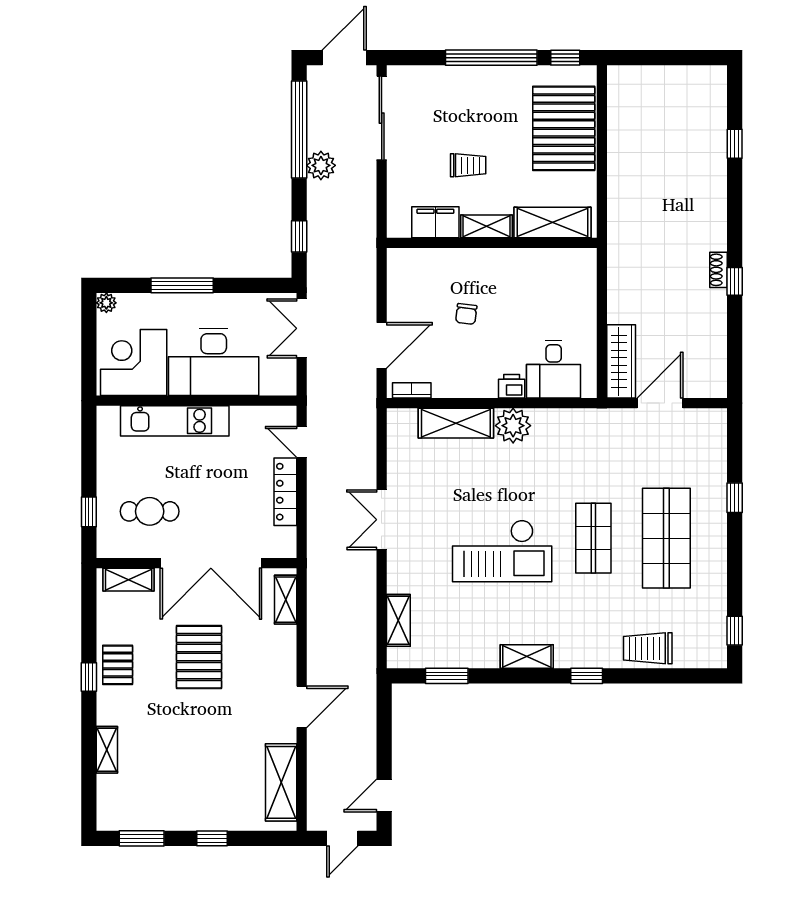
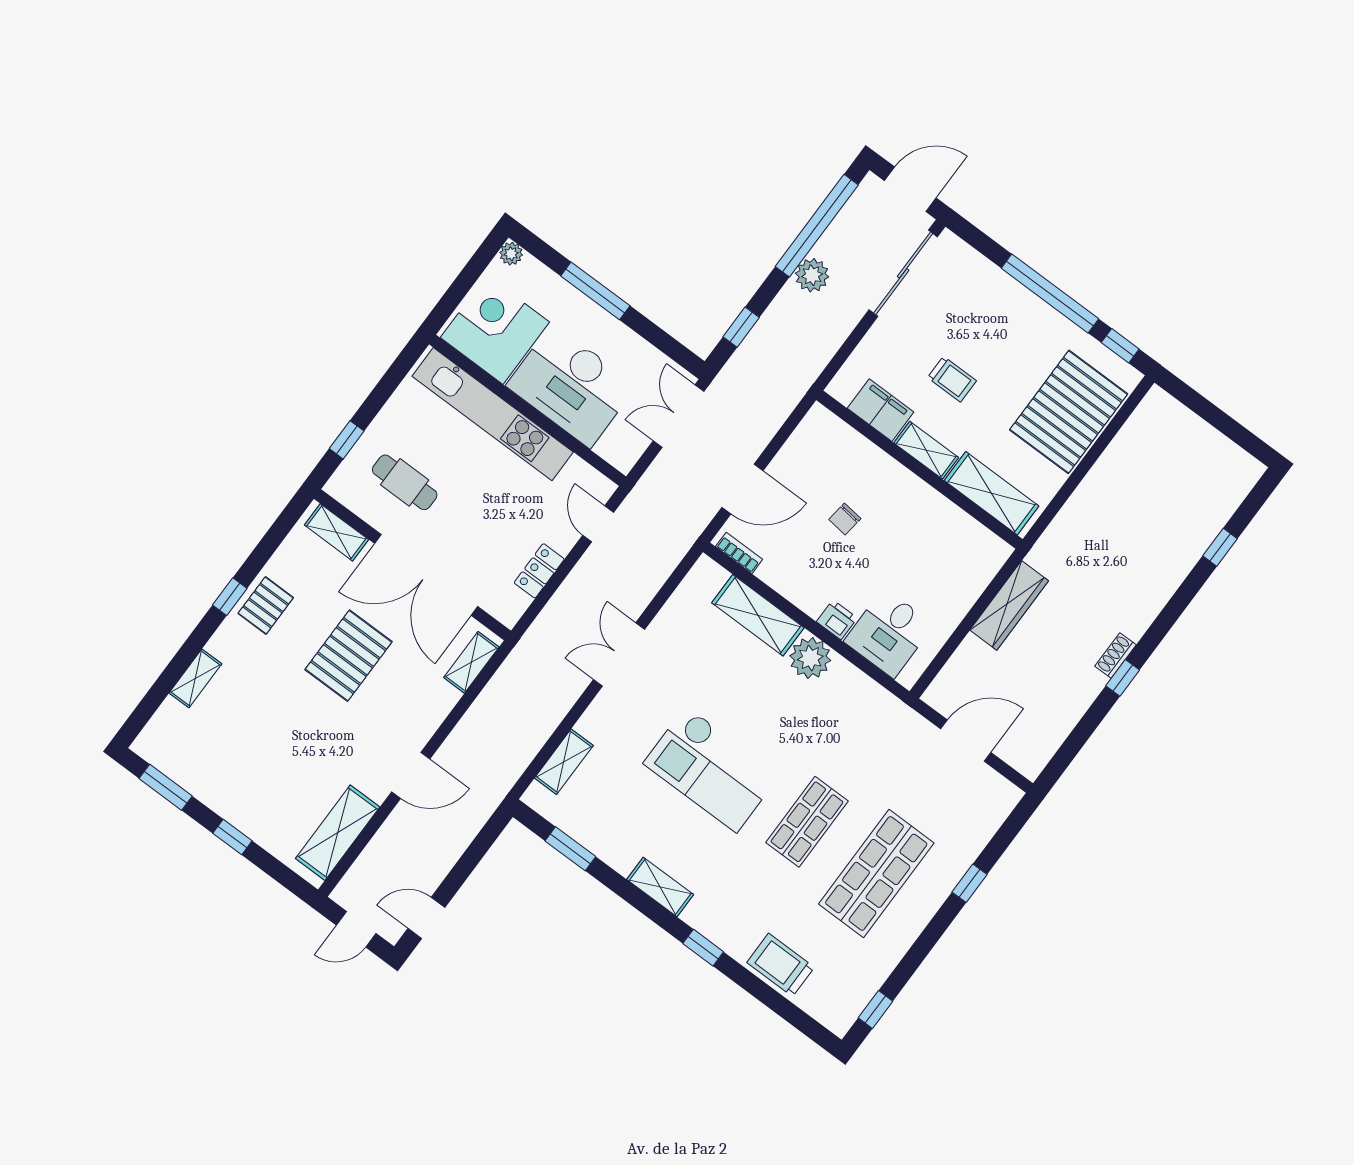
wardrobe: (621, 361) -> (1009, 605), moved
kitchen unit: (175, 421) -> (493, 414), width x1.36
locker: (285, 492) -> (539, 571), width x0.66

